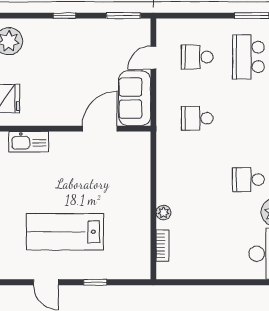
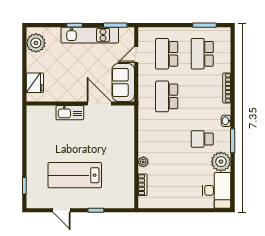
kitchen unit: (87, 30) -> (90, 35), added
school desk: (197, 57) -> (167, 54), width x1.85
school desk: (197, 118) -> (167, 96), width x1.85
door: (100, 129) -> (99, 104), hinge flipped
kitchen sink: (29, 142) -> (70, 113), moved

